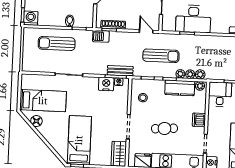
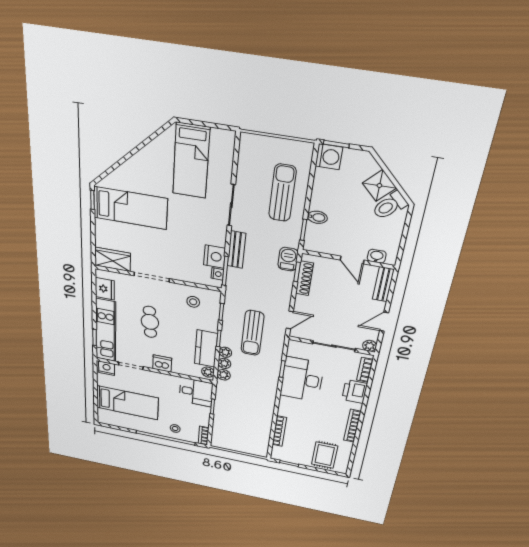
bench: (120, 71) -> (236, 250), moved
floor lamp: (36, 121) -> (158, 147), removed

